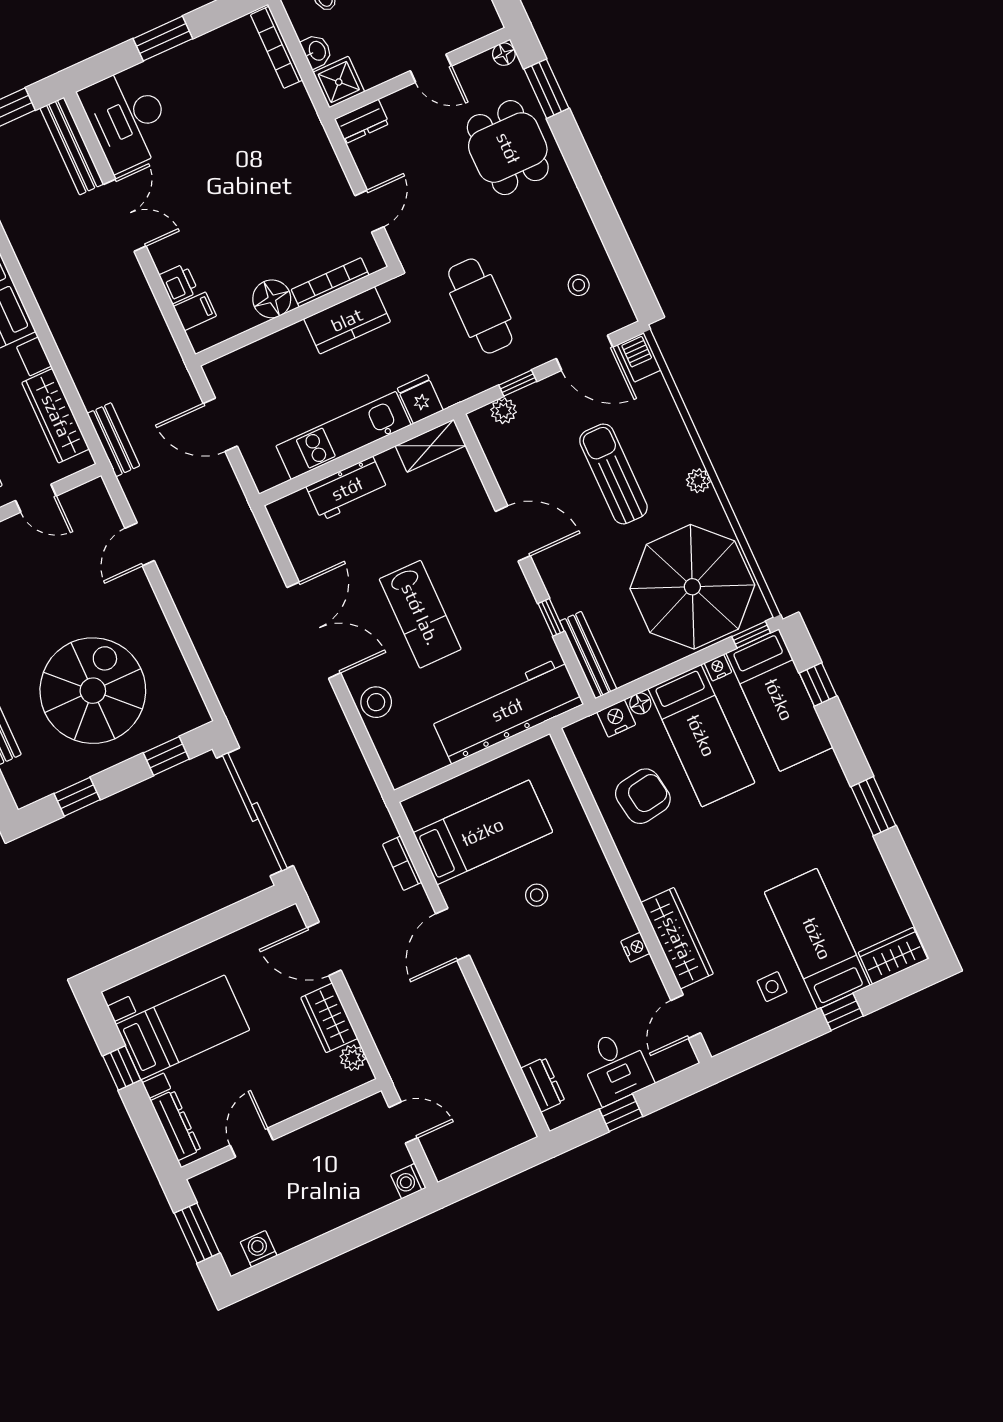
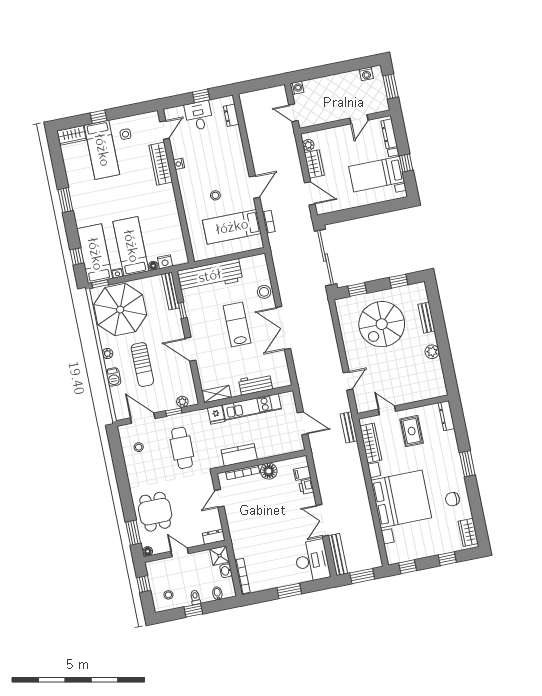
barbecue: (639, 357) -> (113, 377), moved
armchair: (643, 796) -> (161, 227), removed

